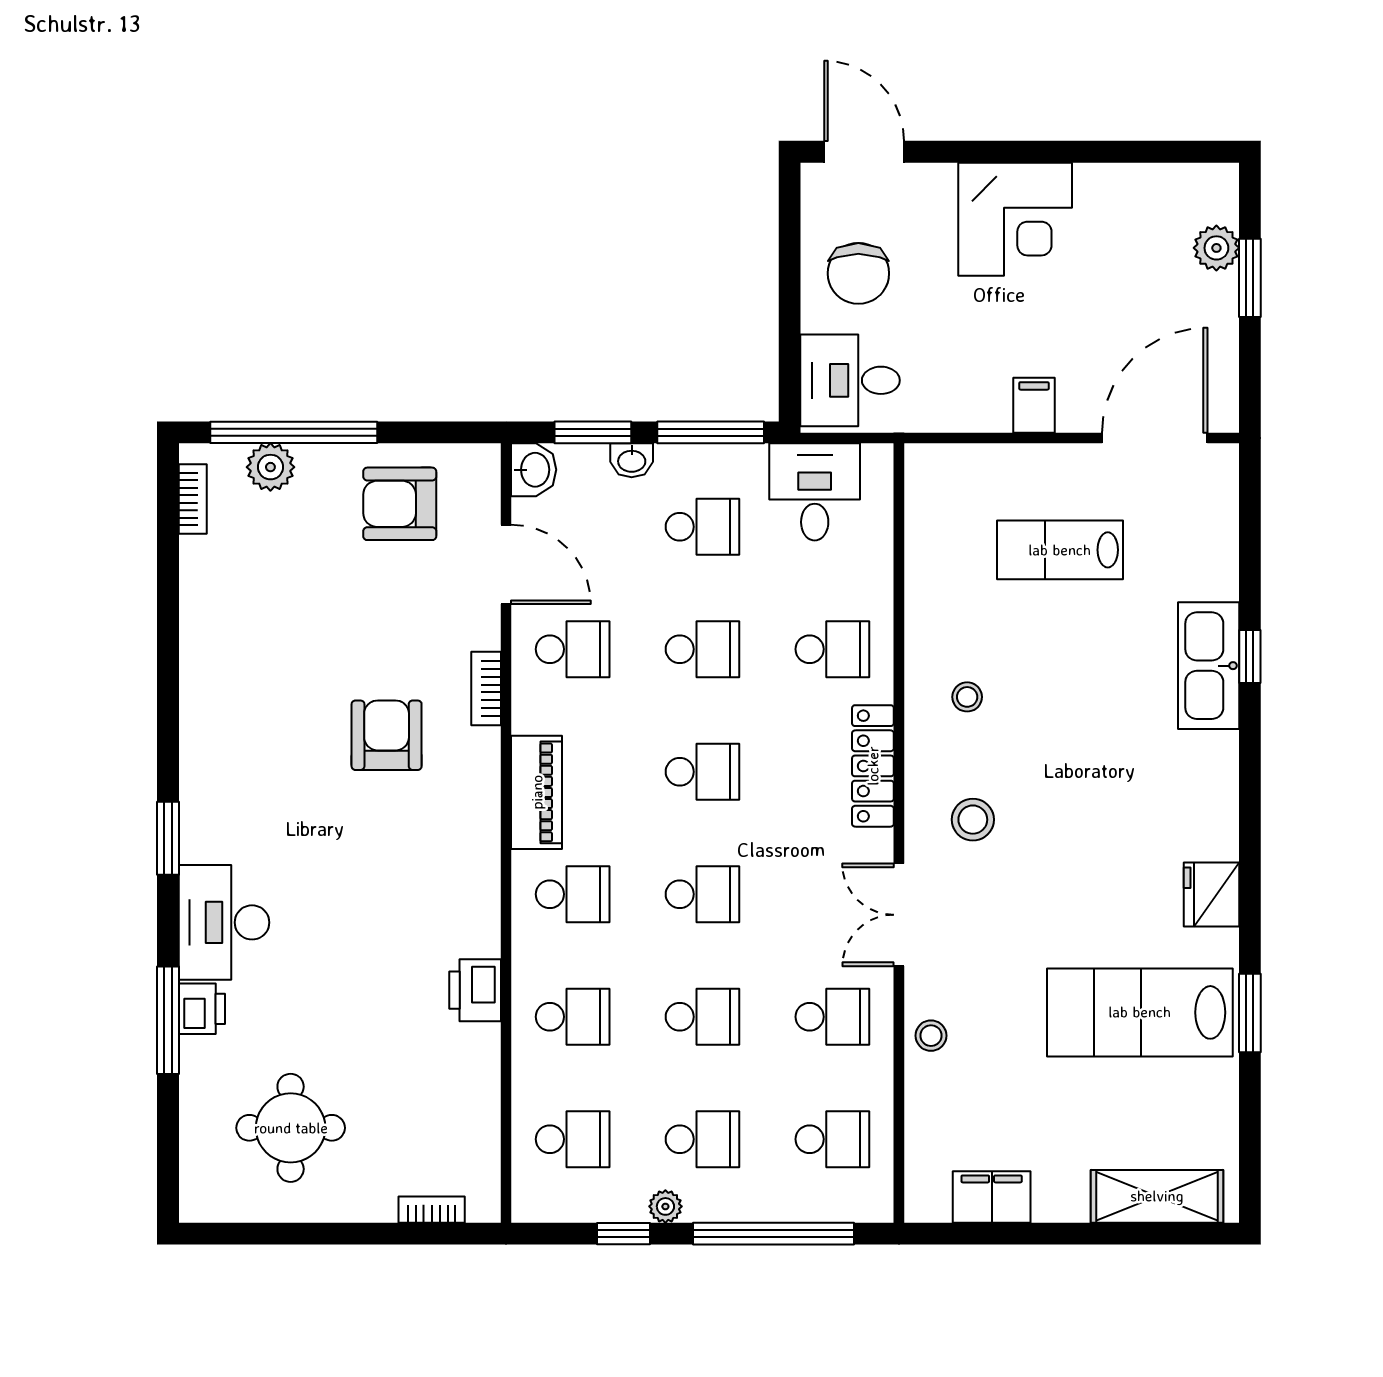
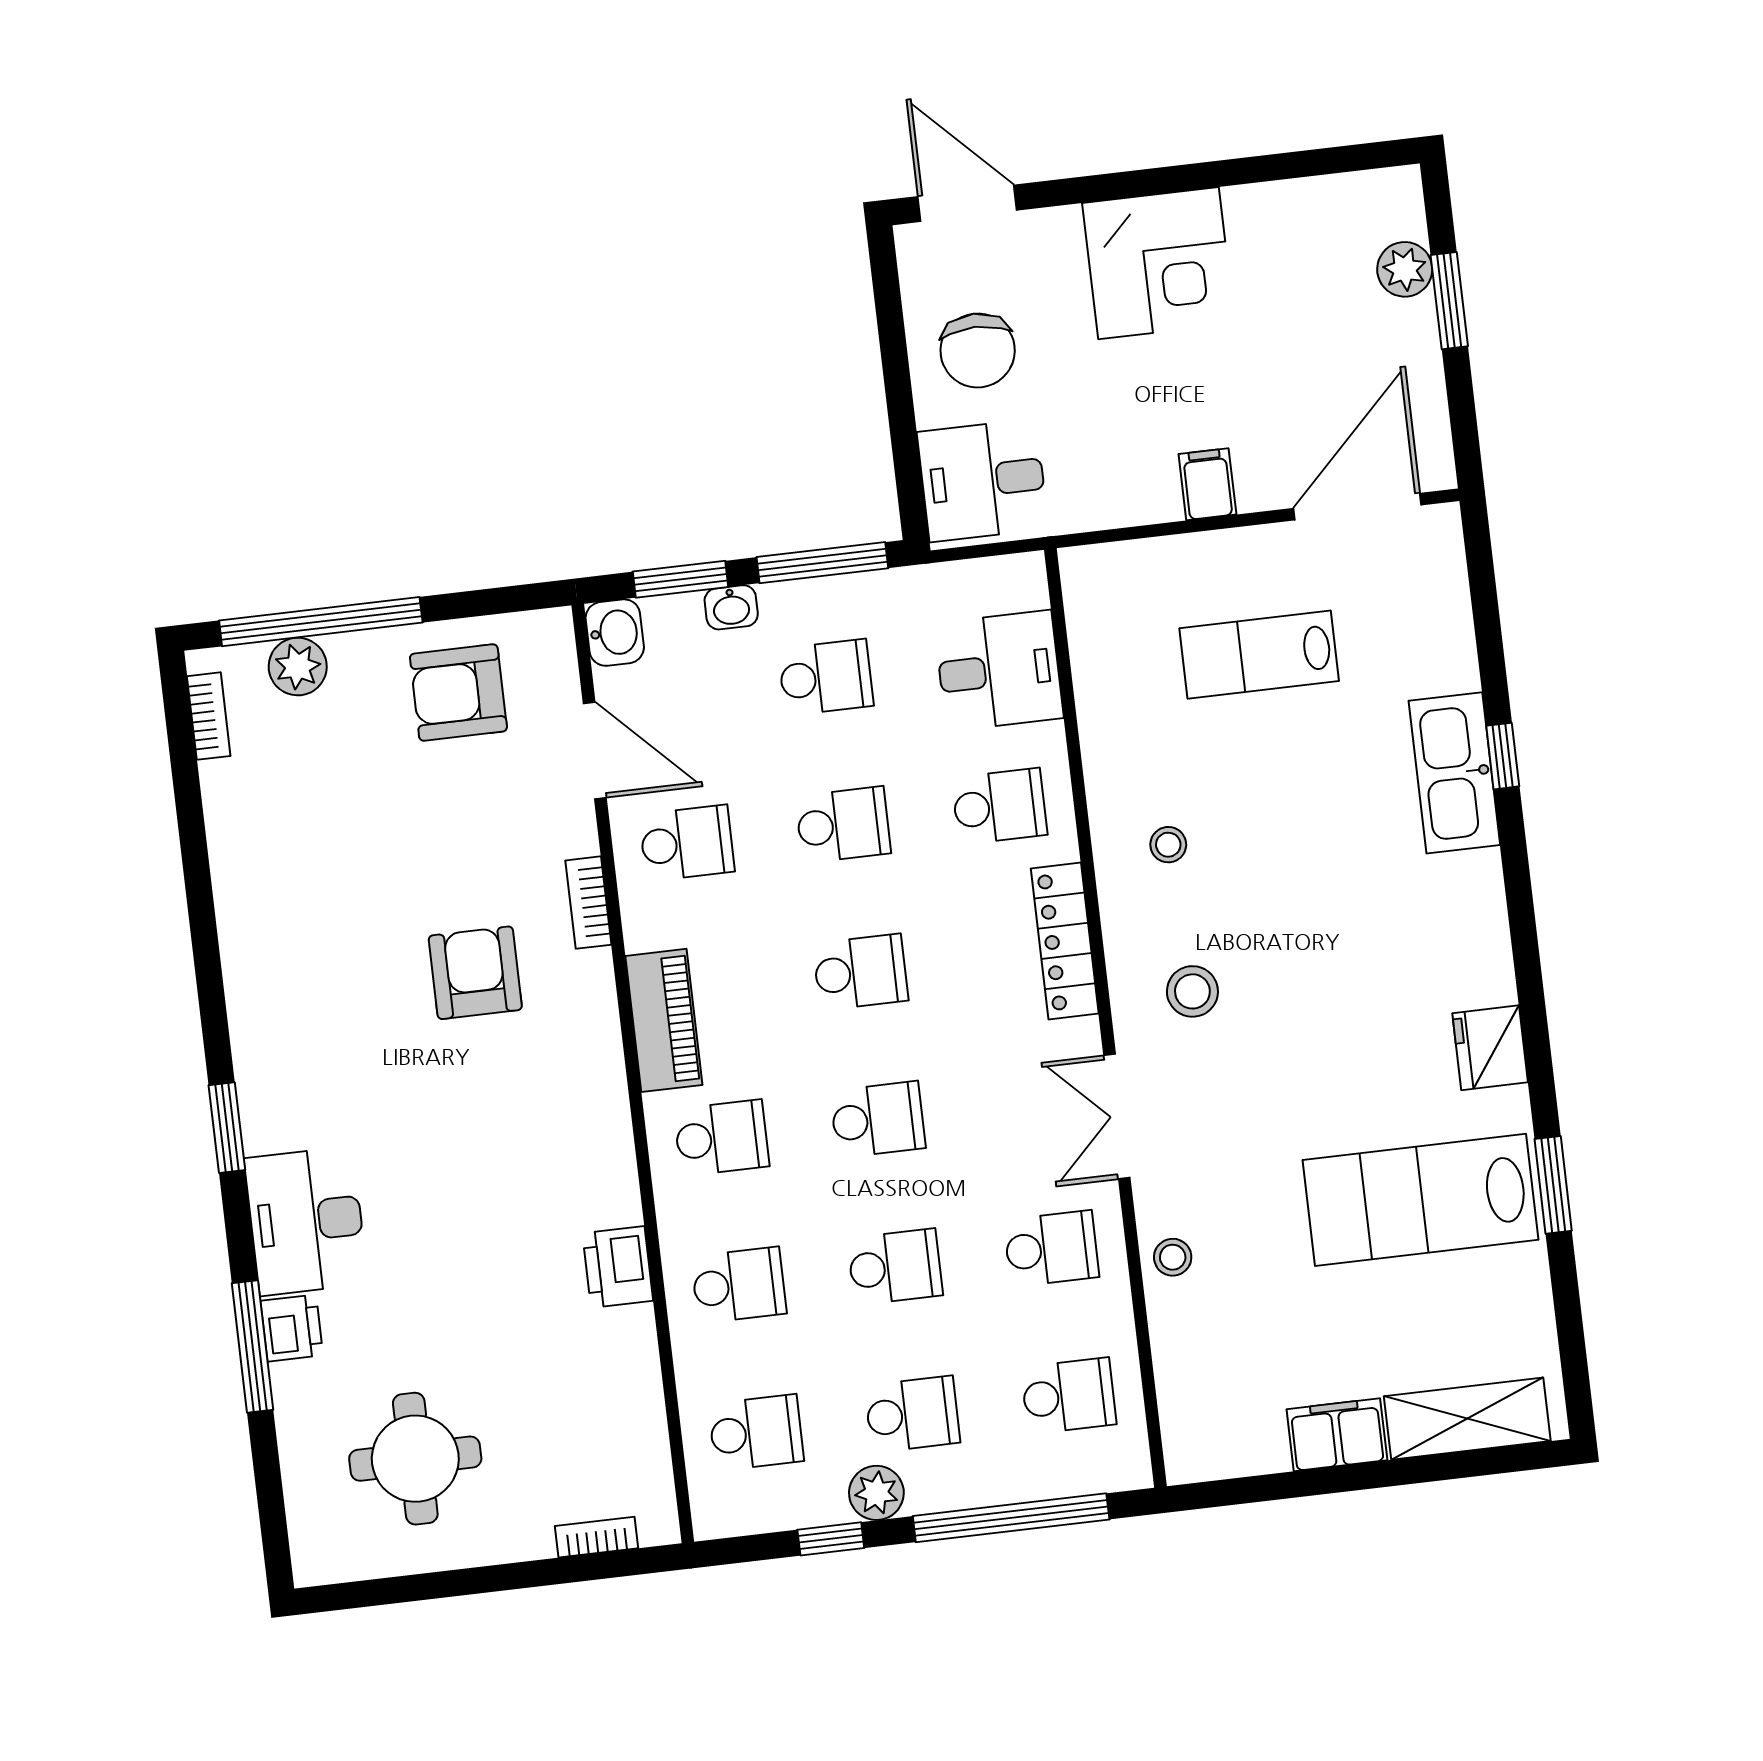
desk: (815, 492) -> (999, 671), moved, turned 90
filing cabinet: (992, 1197) -> (1337, 1435), moved
plant: (665, 1206) -> (876, 1493), width x1.38, depth x1.38

